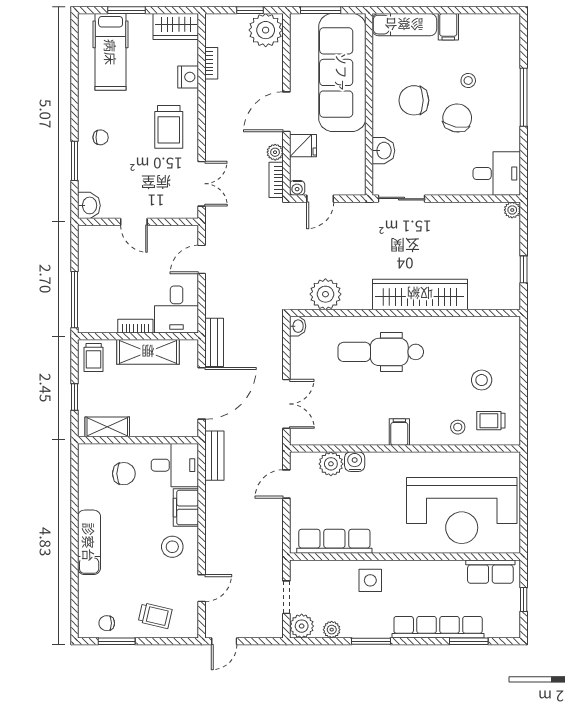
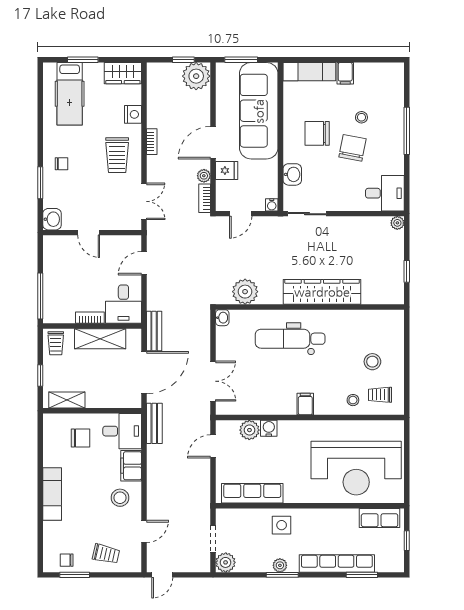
bookcase: (211, 63) -> (152, 142), moved
water cooler: (297, 188) -> (272, 205), moved
plant: (332, 630) -> (280, 565), moved

